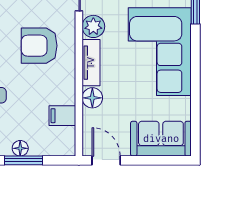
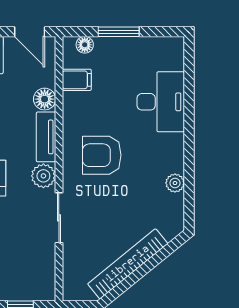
armchair: (39, 46) -> (102, 155), turned 180
floor lamp: (20, 148) -> (85, 45), moved

